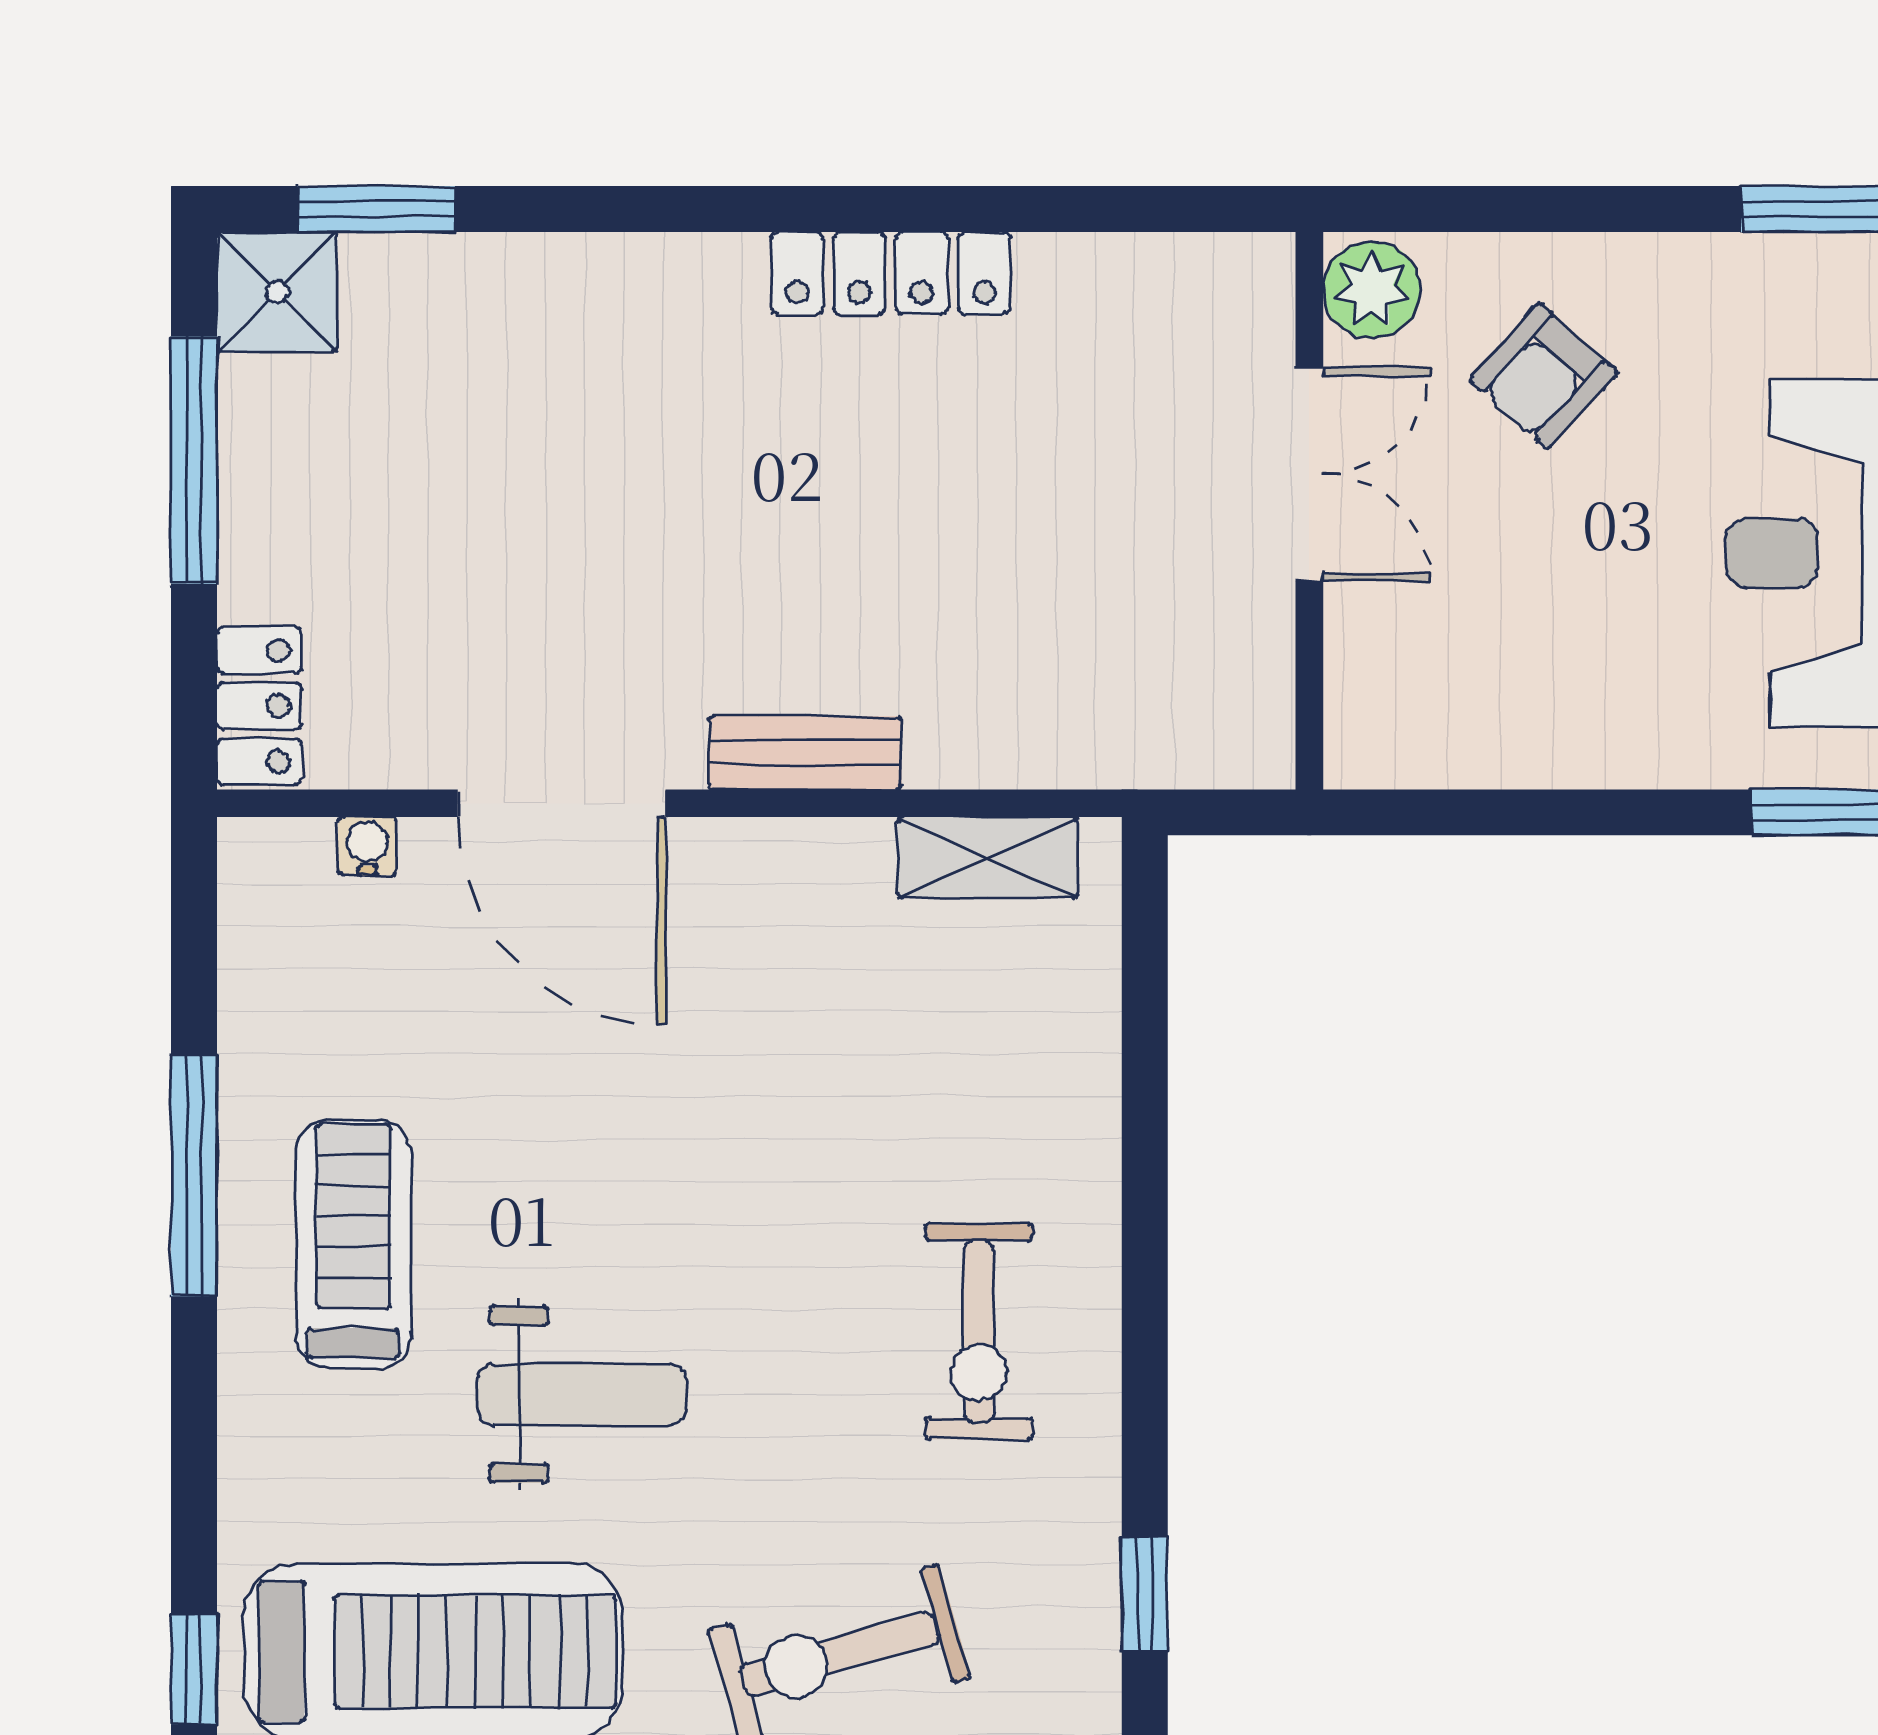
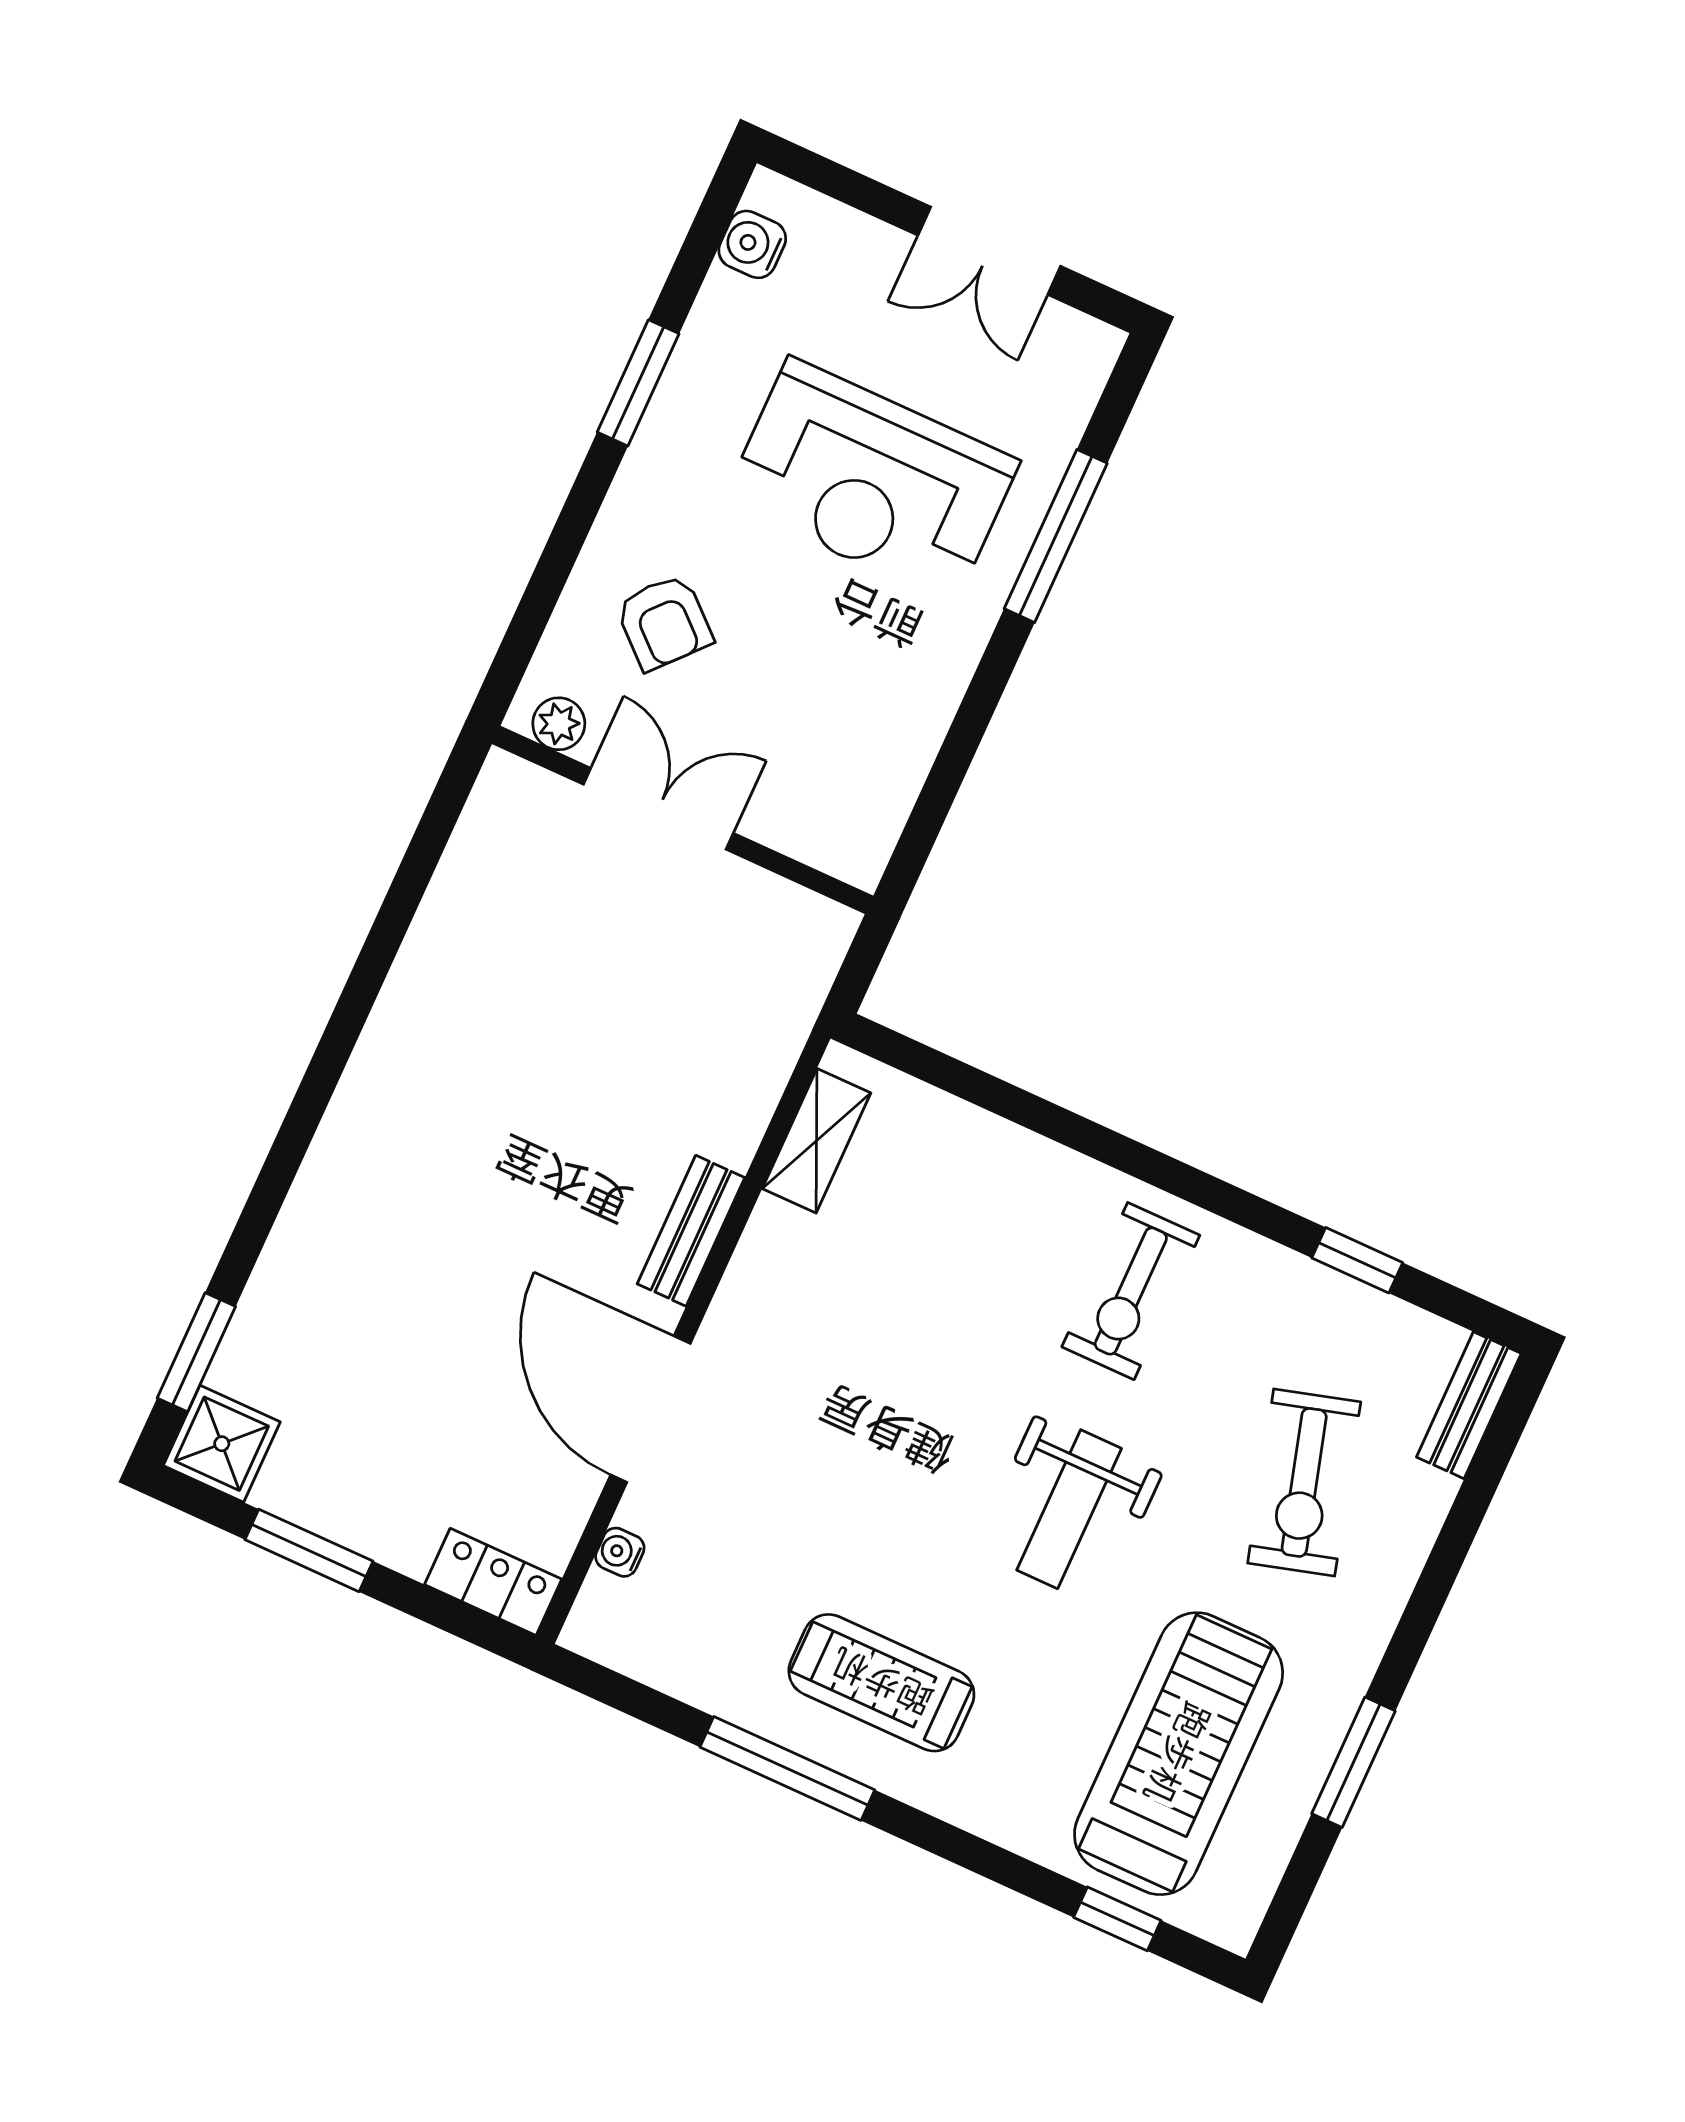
locker: (891, 273) -> (396, 1028), removed
plant: (1372, 290) -> (559, 724), width x0.73, depth x0.73
window: (194, 460) -> (309, 1550), width x0.69
door: (562, 803) -> (650, 1409), swing flipped
exercise bike: (979, 1331) -> (1131, 1291), turned 90
weight bench: (582, 1394) -> (1069, 1509), moved, turned 180

